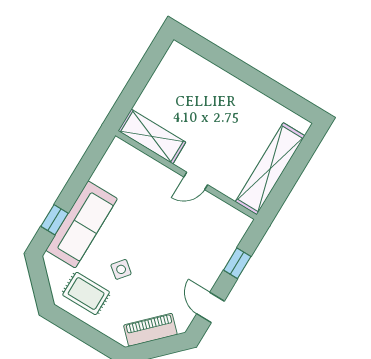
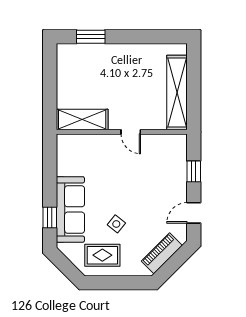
window: (214, 54) -> (91, 37), added
door: (196, 181) -> (131, 132), hinge flipped
door: (210, 307) -> (194, 213), hinge flipped

